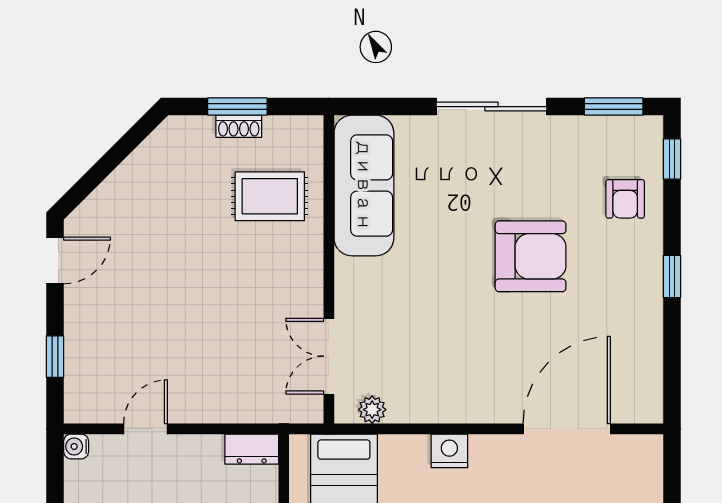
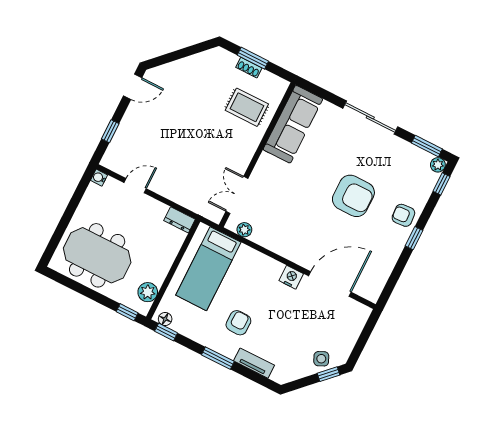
plant: (649, 129) -> (438, 165), added
armchair: (625, 199) -> (403, 215), moved, turned 86
nightstand: (449, 451) -> (291, 277), moved

